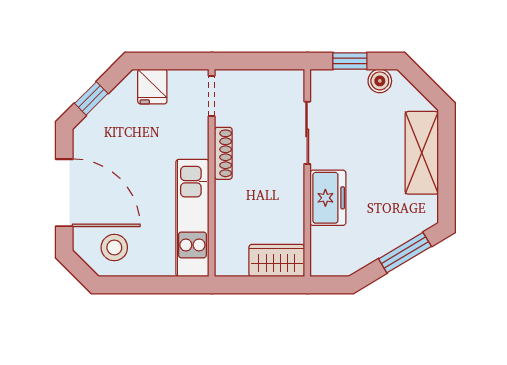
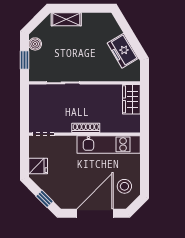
shoe rack: (223, 153) -> (86, 128), moved
shelving: (422, 153) -> (66, 19), width x0.67, depth x0.75
freezer: (328, 198) -> (123, 51), moved, turned -121
window: (405, 253) -> (127, 31), removed

